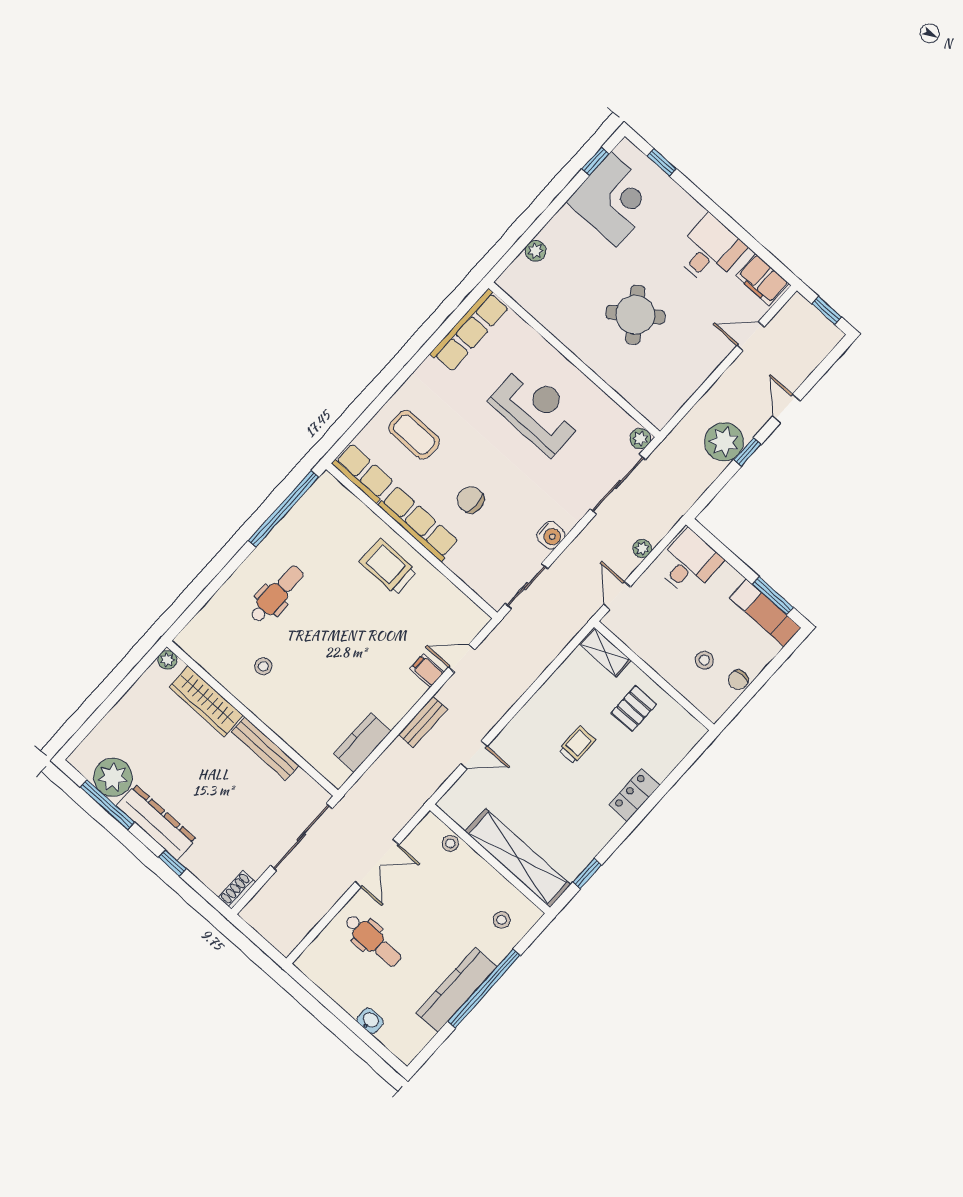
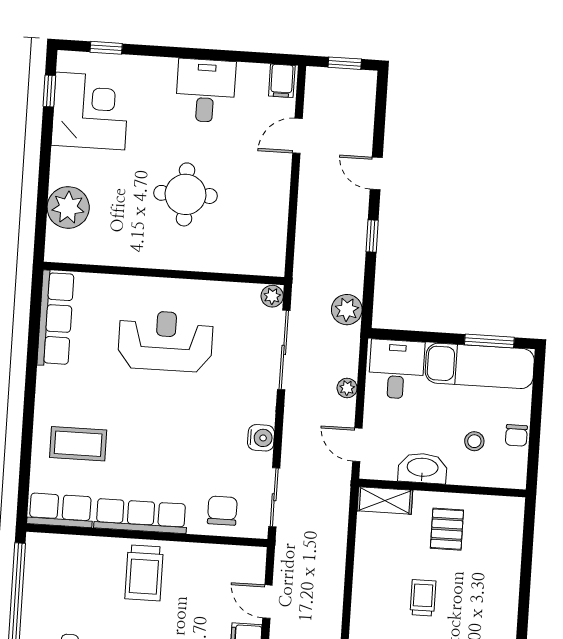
plant: (536, 251) -> (68, 207), width x1.88, depth x1.88
filing cabinet: (762, 280) -> (282, 81), width x0.50
round table: (635, 315) -> (186, 194), turned 36
plant: (724, 442) -> (347, 310), moved, width x0.73, depth x0.73
chair: (470, 500) -> (222, 511), moved, turned 90
trolley: (388, 567) -> (144, 573), turned -90
exam couch: (765, 613) -> (480, 366), width x1.36, depth x1.45
washbasin: (651, 650) -> (423, 468), added
door: (462, 658) -> (267, 602), hinge flipped
locker: (634, 795) -> (505, 602), removed

